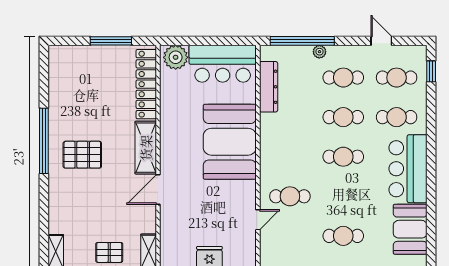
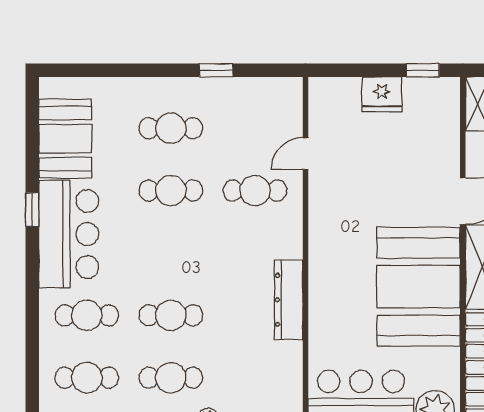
window: (431, 71) -> (32, 210), moved
dresser: (269, 87) -> (289, 300), moved
booth: (230, 142) -> (418, 287), moved
cafe table: (343, 157) -> (171, 191), moved

